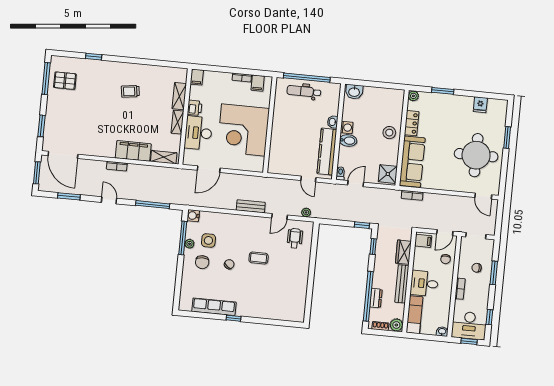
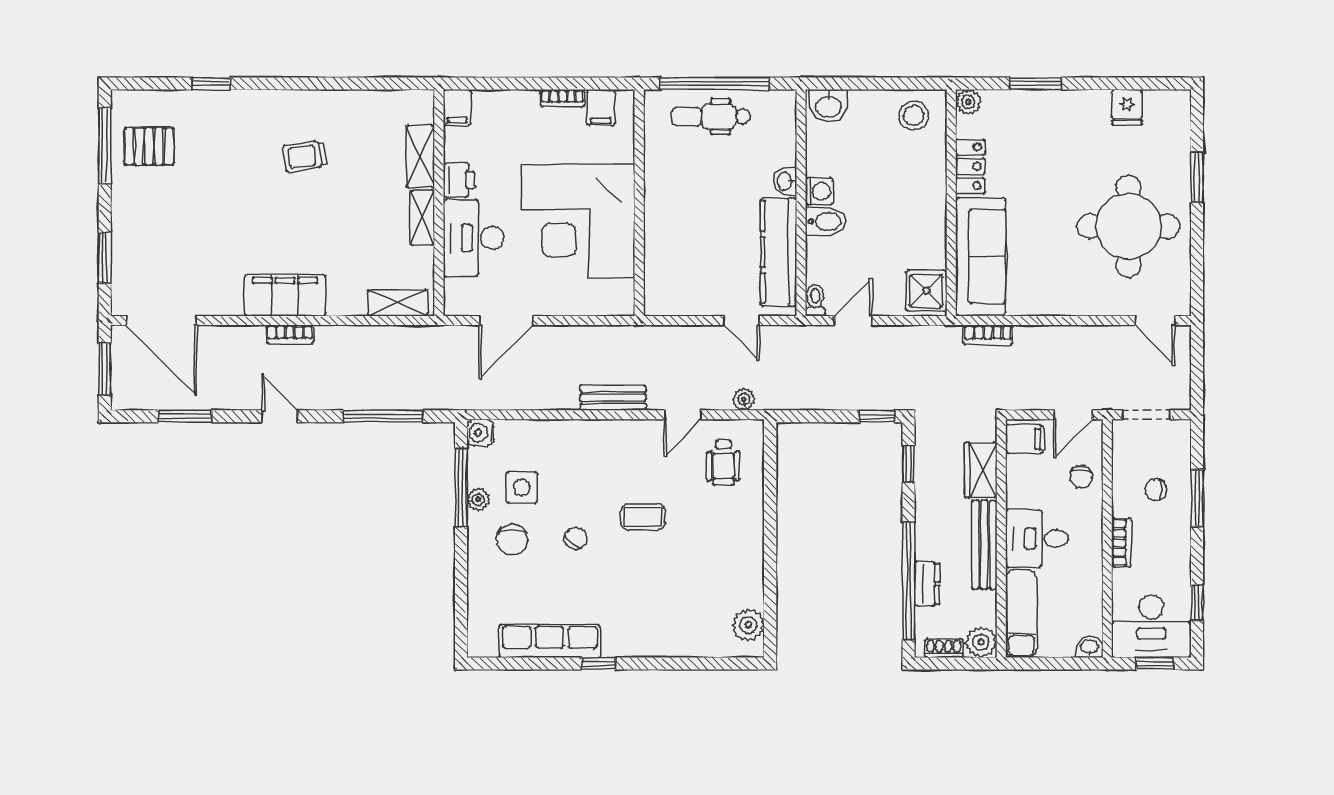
stool: (389, 133) -> (914, 115), moved
filing cabinet: (133, 151) -> (285, 295), moved
wheelchair: (295, 238) -> (723, 462), turned 180
plant: (299, 308) -> (748, 625), added

